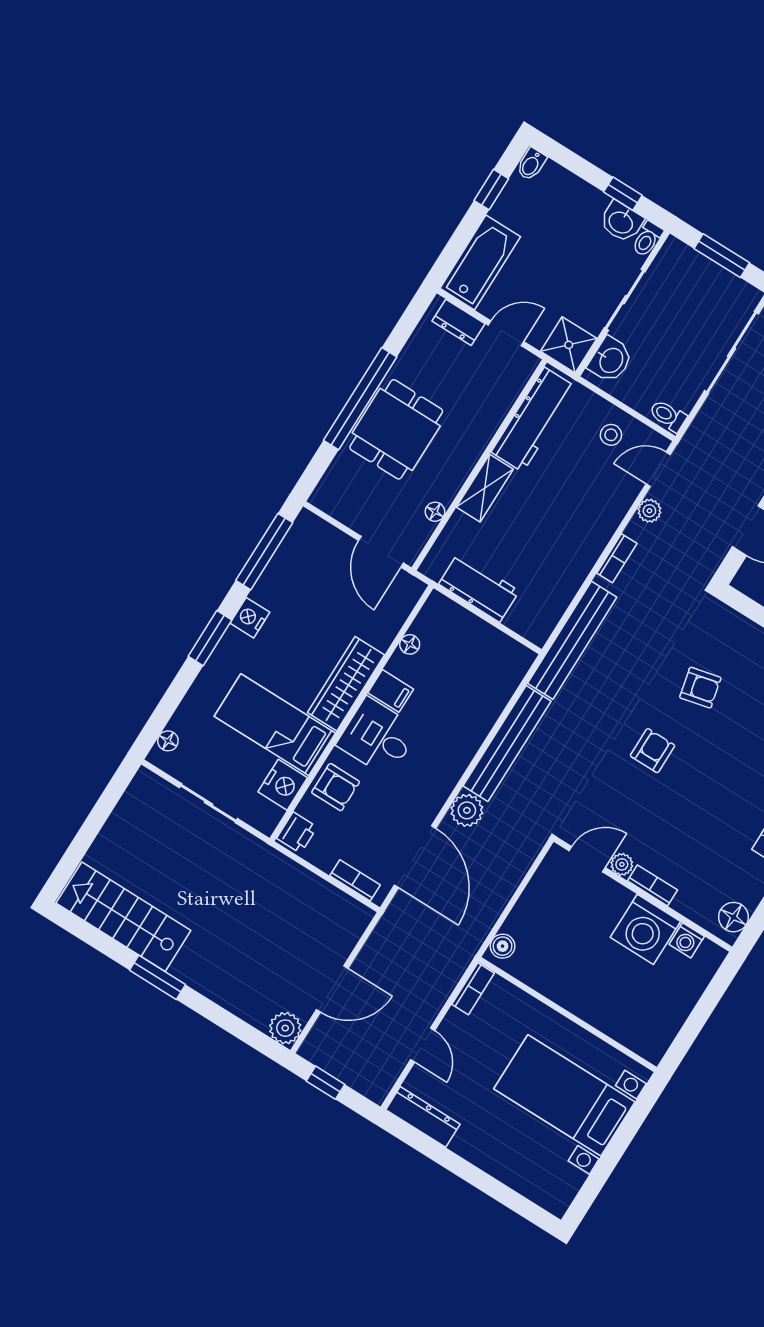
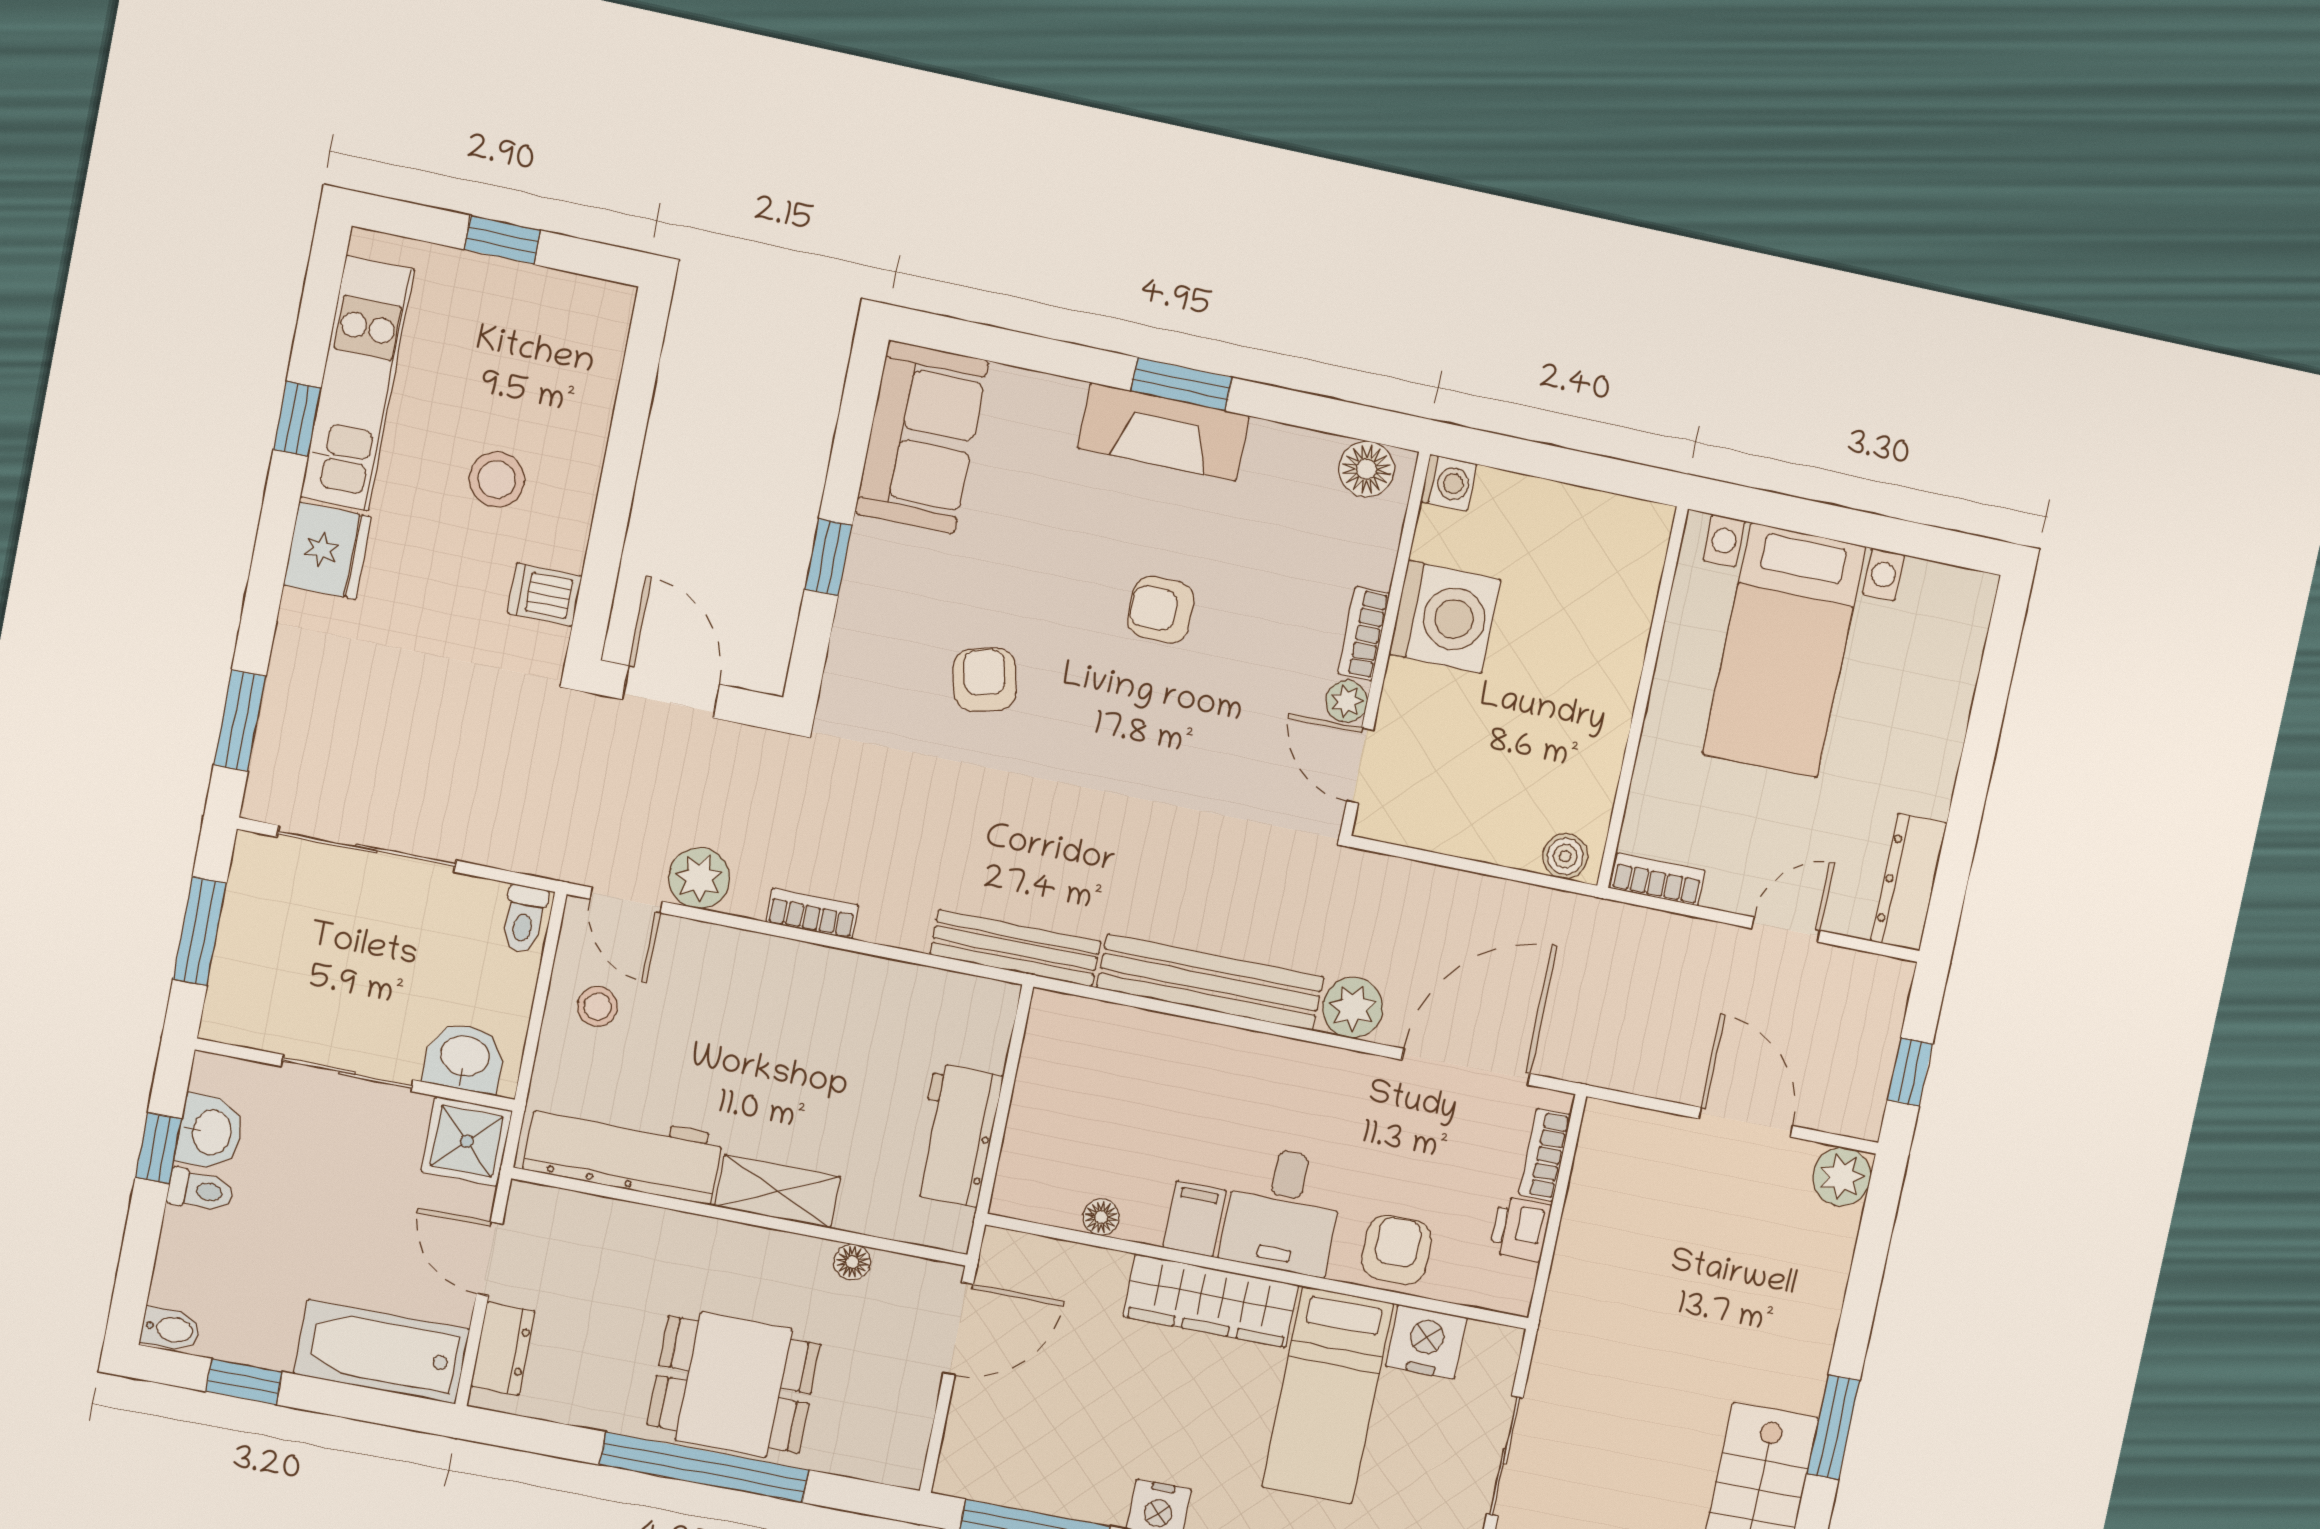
toilet: (647, 239) -> (200, 1190), moved
plant: (649, 511) -> (699, 878), width x1.38, depth x1.38
bench: (572, 640) -> (1015, 948), width x0.73, depth x0.82
armchair: (653, 751) -> (1161, 610), moved
printer: (297, 833) -> (1520, 1229), moved, turned -90
washing machine: (687, 940) -> (1449, 483), moved

